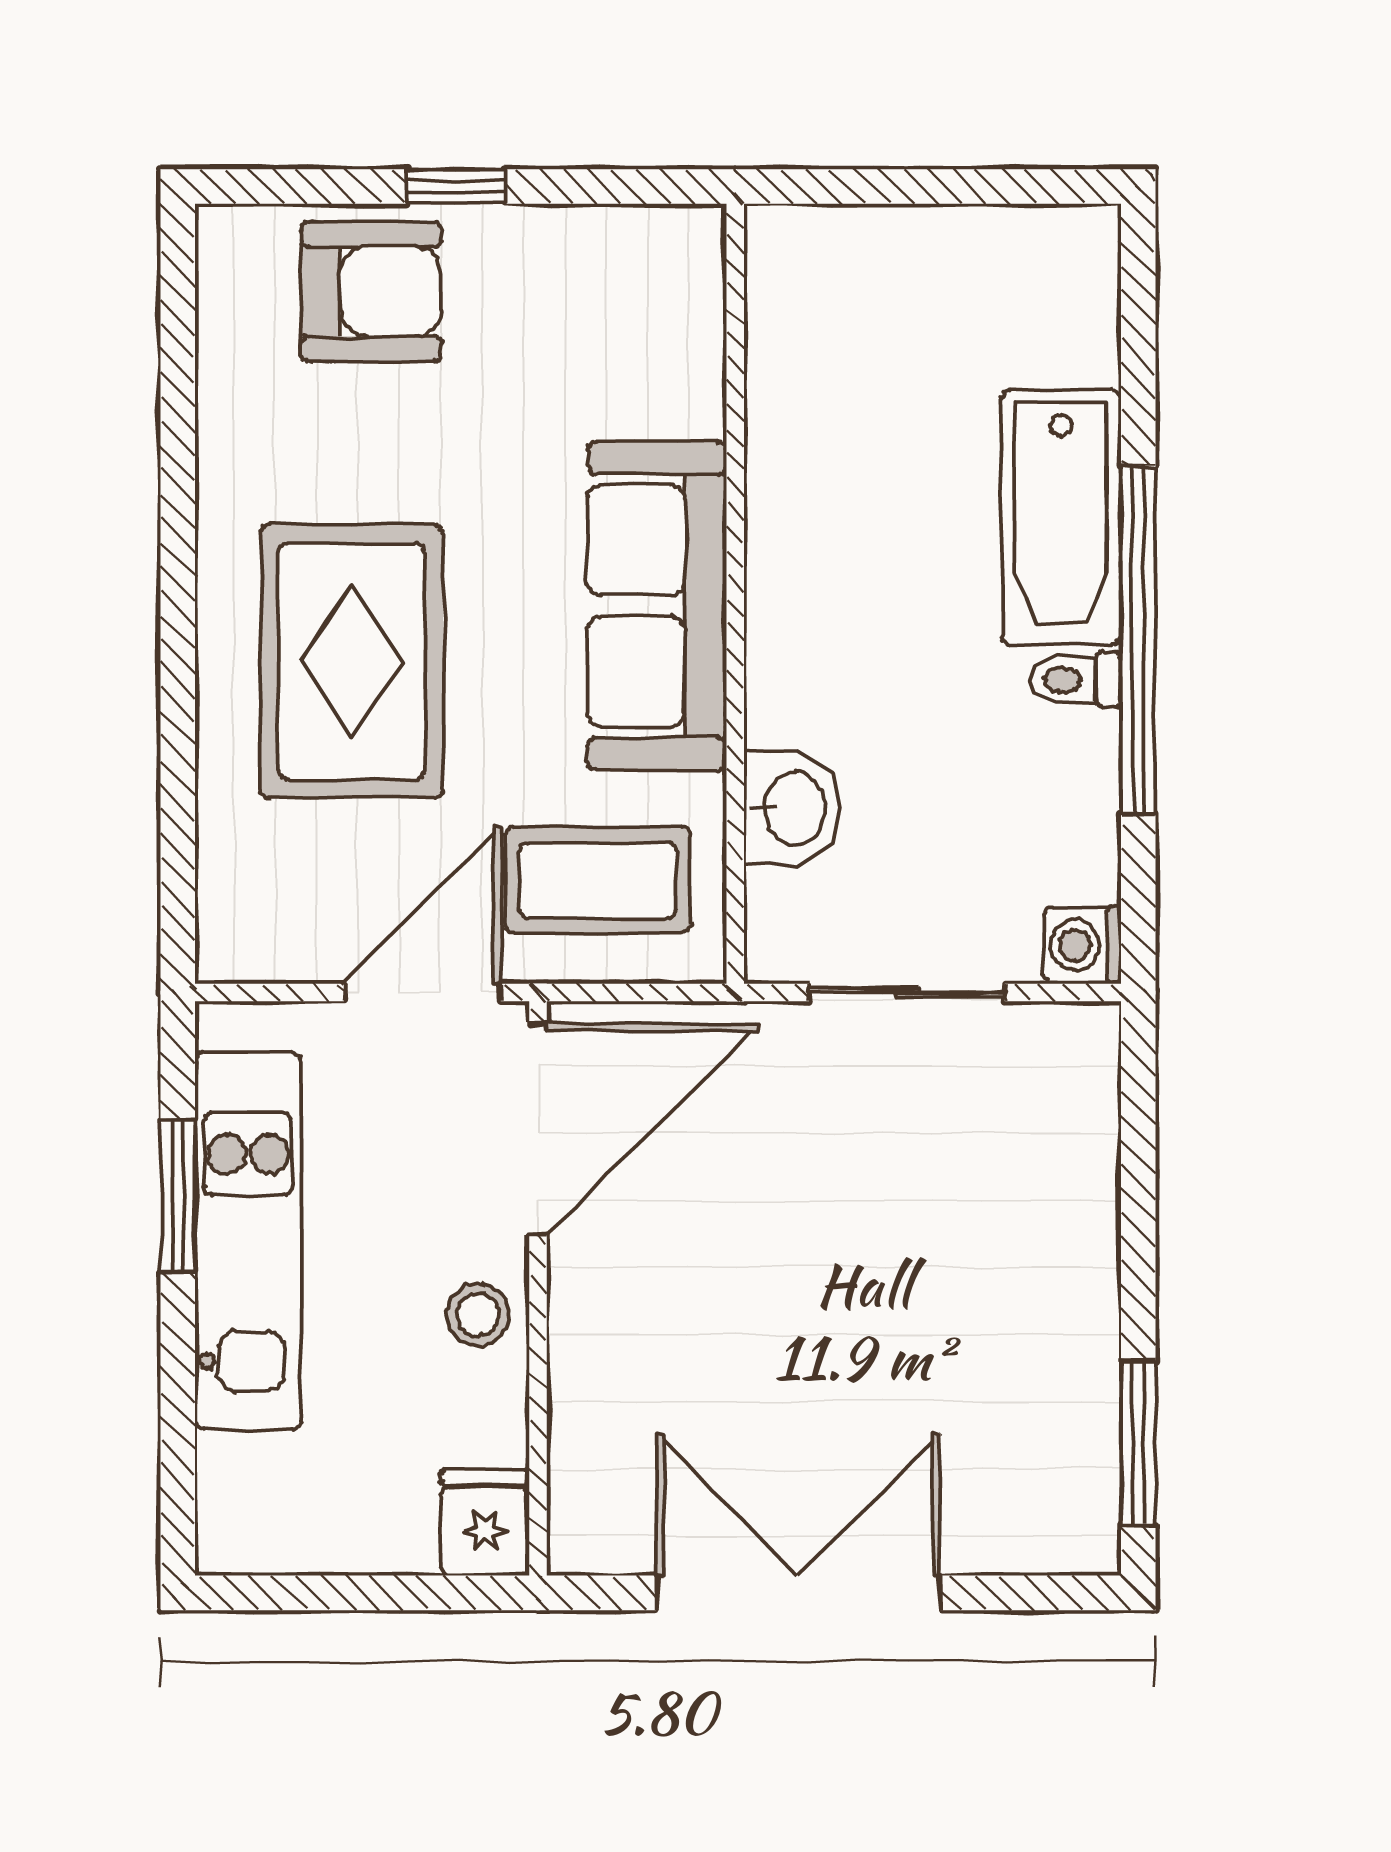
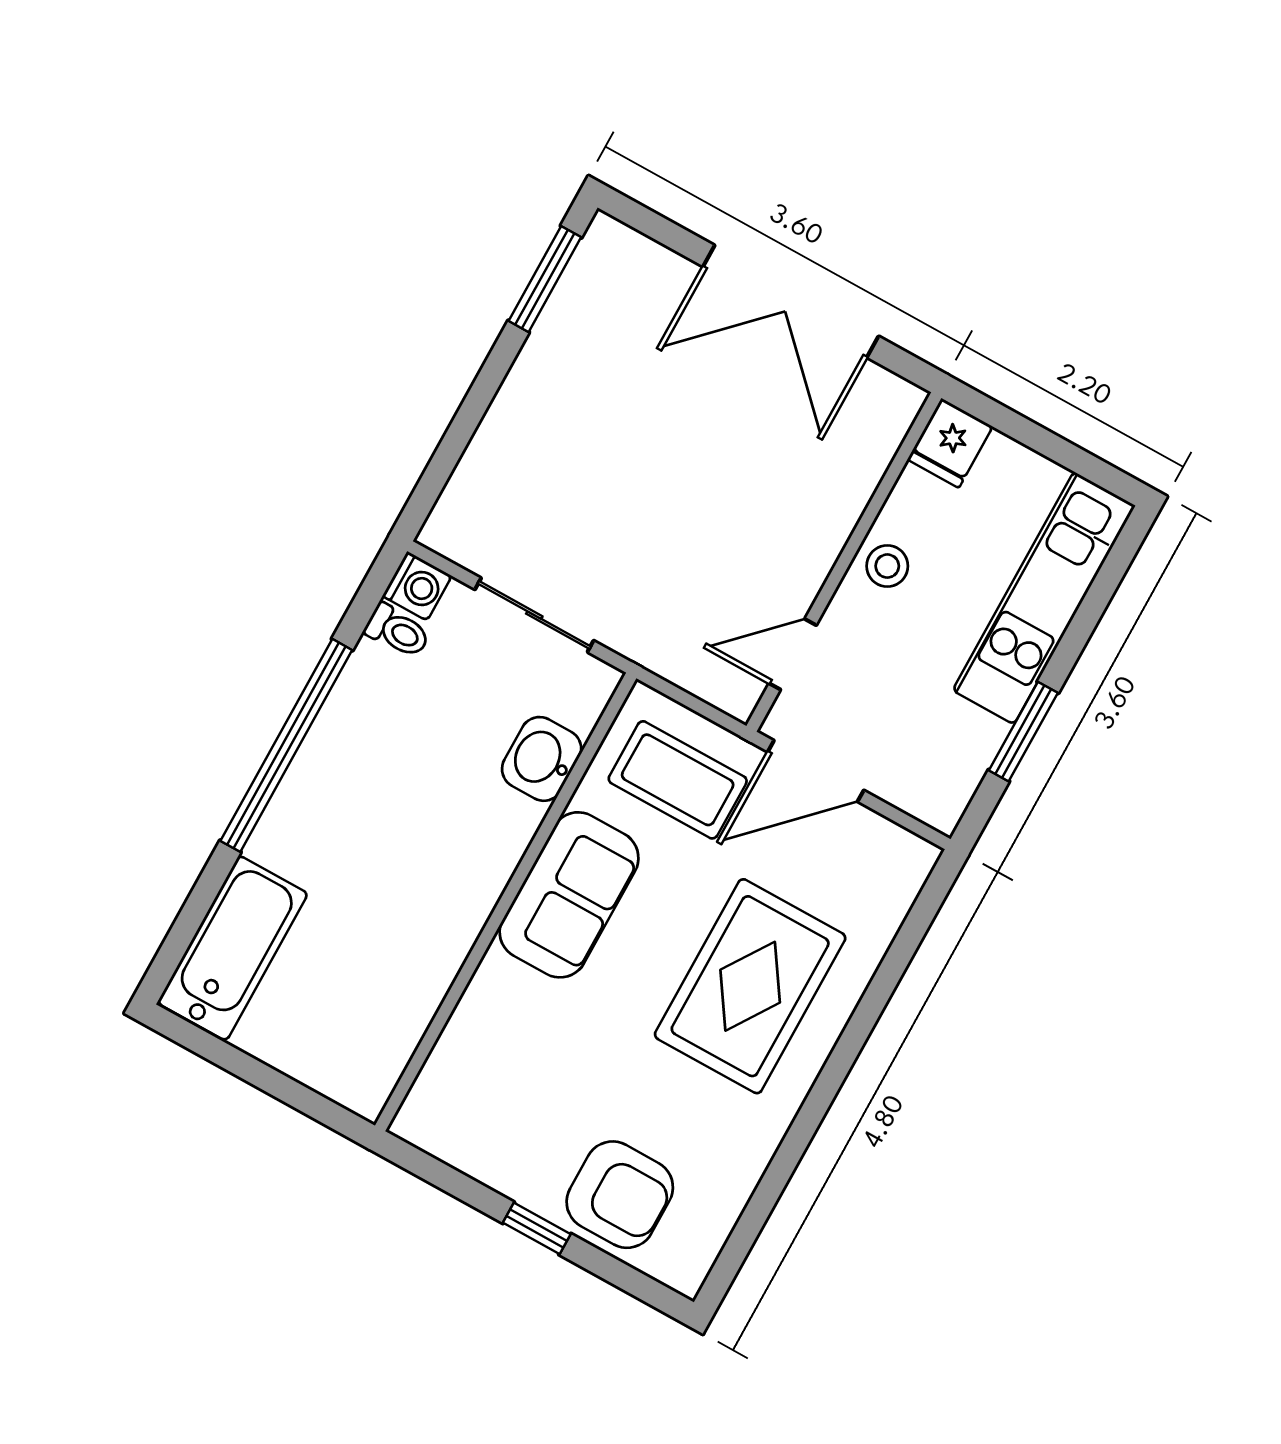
armchair: (371, 292) -> (620, 1195), turned 180
bathtub: (1061, 517) -> (233, 948), moved
sofa: (657, 606) -> (569, 895), width x0.73
toilet: (1076, 680) -> (397, 631), moved
door: (538, 1130) -> (793, 654), width x0.53
kitchen unit: (248, 1241) -> (1044, 598), moved

